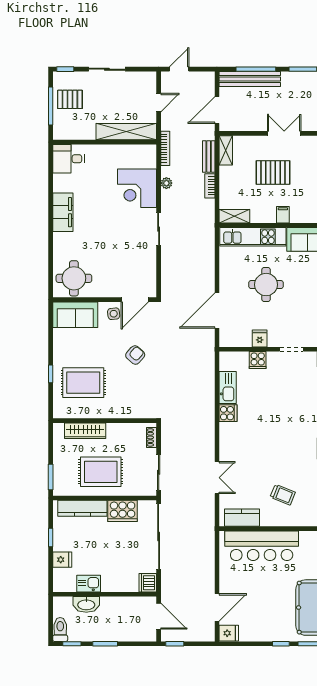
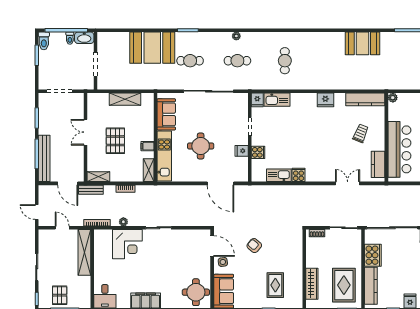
bench: (209, 157) -> (91, 190), moved
filing cabinet: (283, 215) -> (147, 146), moved
rug: (83, 383) -> (275, 285), width x0.73, depth x0.70
rug: (101, 472) -> (344, 285), moved

